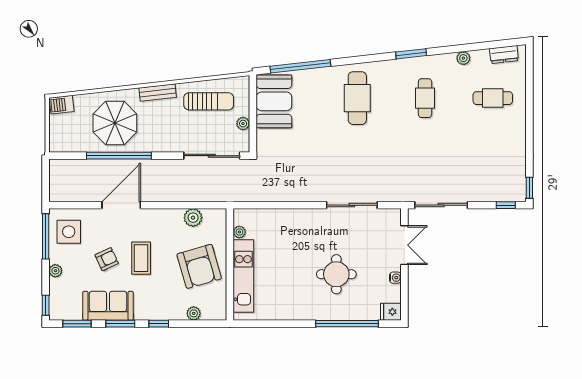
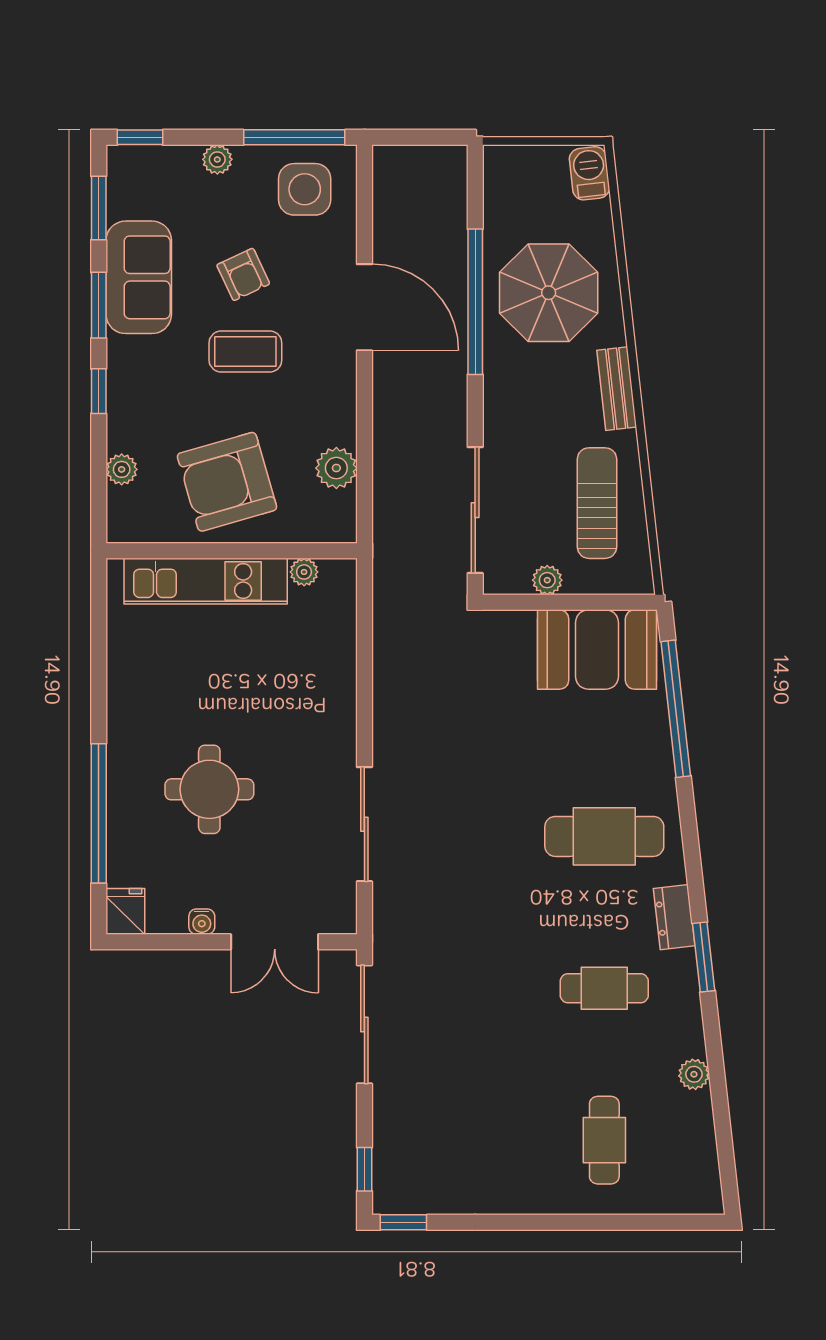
dresser: (504, 54) -> (674, 917), moved
sun lounger: (209, 101) -> (597, 503), turned 180

